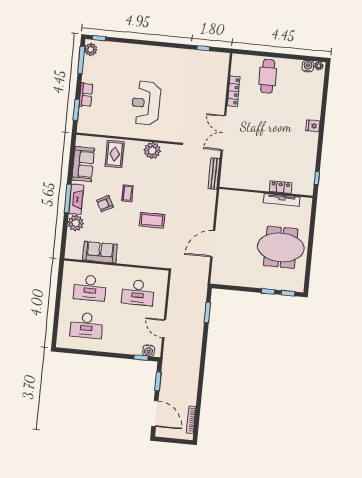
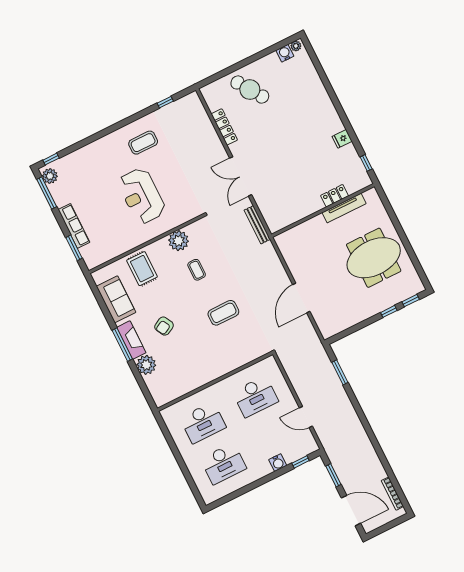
coffee table: (170, 67) -> (143, 143), added
cafe table: (268, 76) -> (250, 90), turned -34
row of seats: (86, 95) -> (74, 226), width x1.48
fridge: (313, 126) -> (342, 139), moved
coffee table: (128, 193) -> (197, 270), moved
sofa: (100, 252) -> (190, 379), removed
water cooler: (149, 351) -> (278, 463), moved

